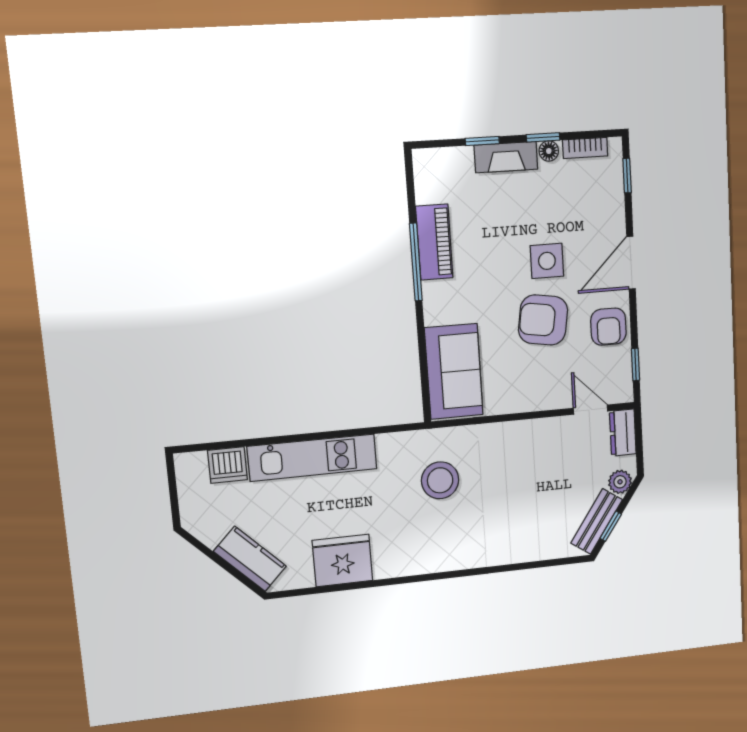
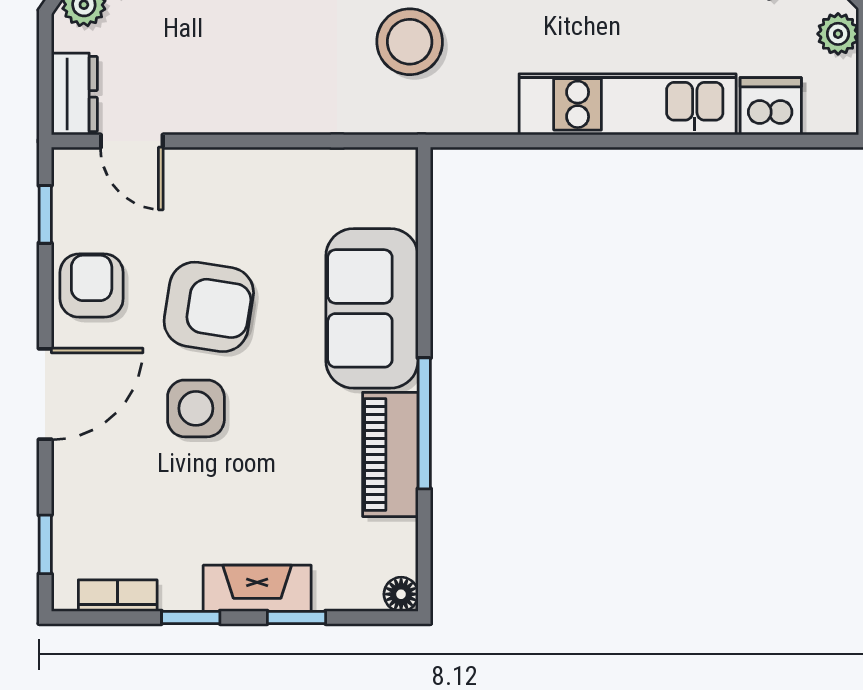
floor lamp: (549, 151) -> (401, 594), moved
sofa: (454, 371) -> (372, 308), moved
plant: (191, 511) -> (838, 34), added

